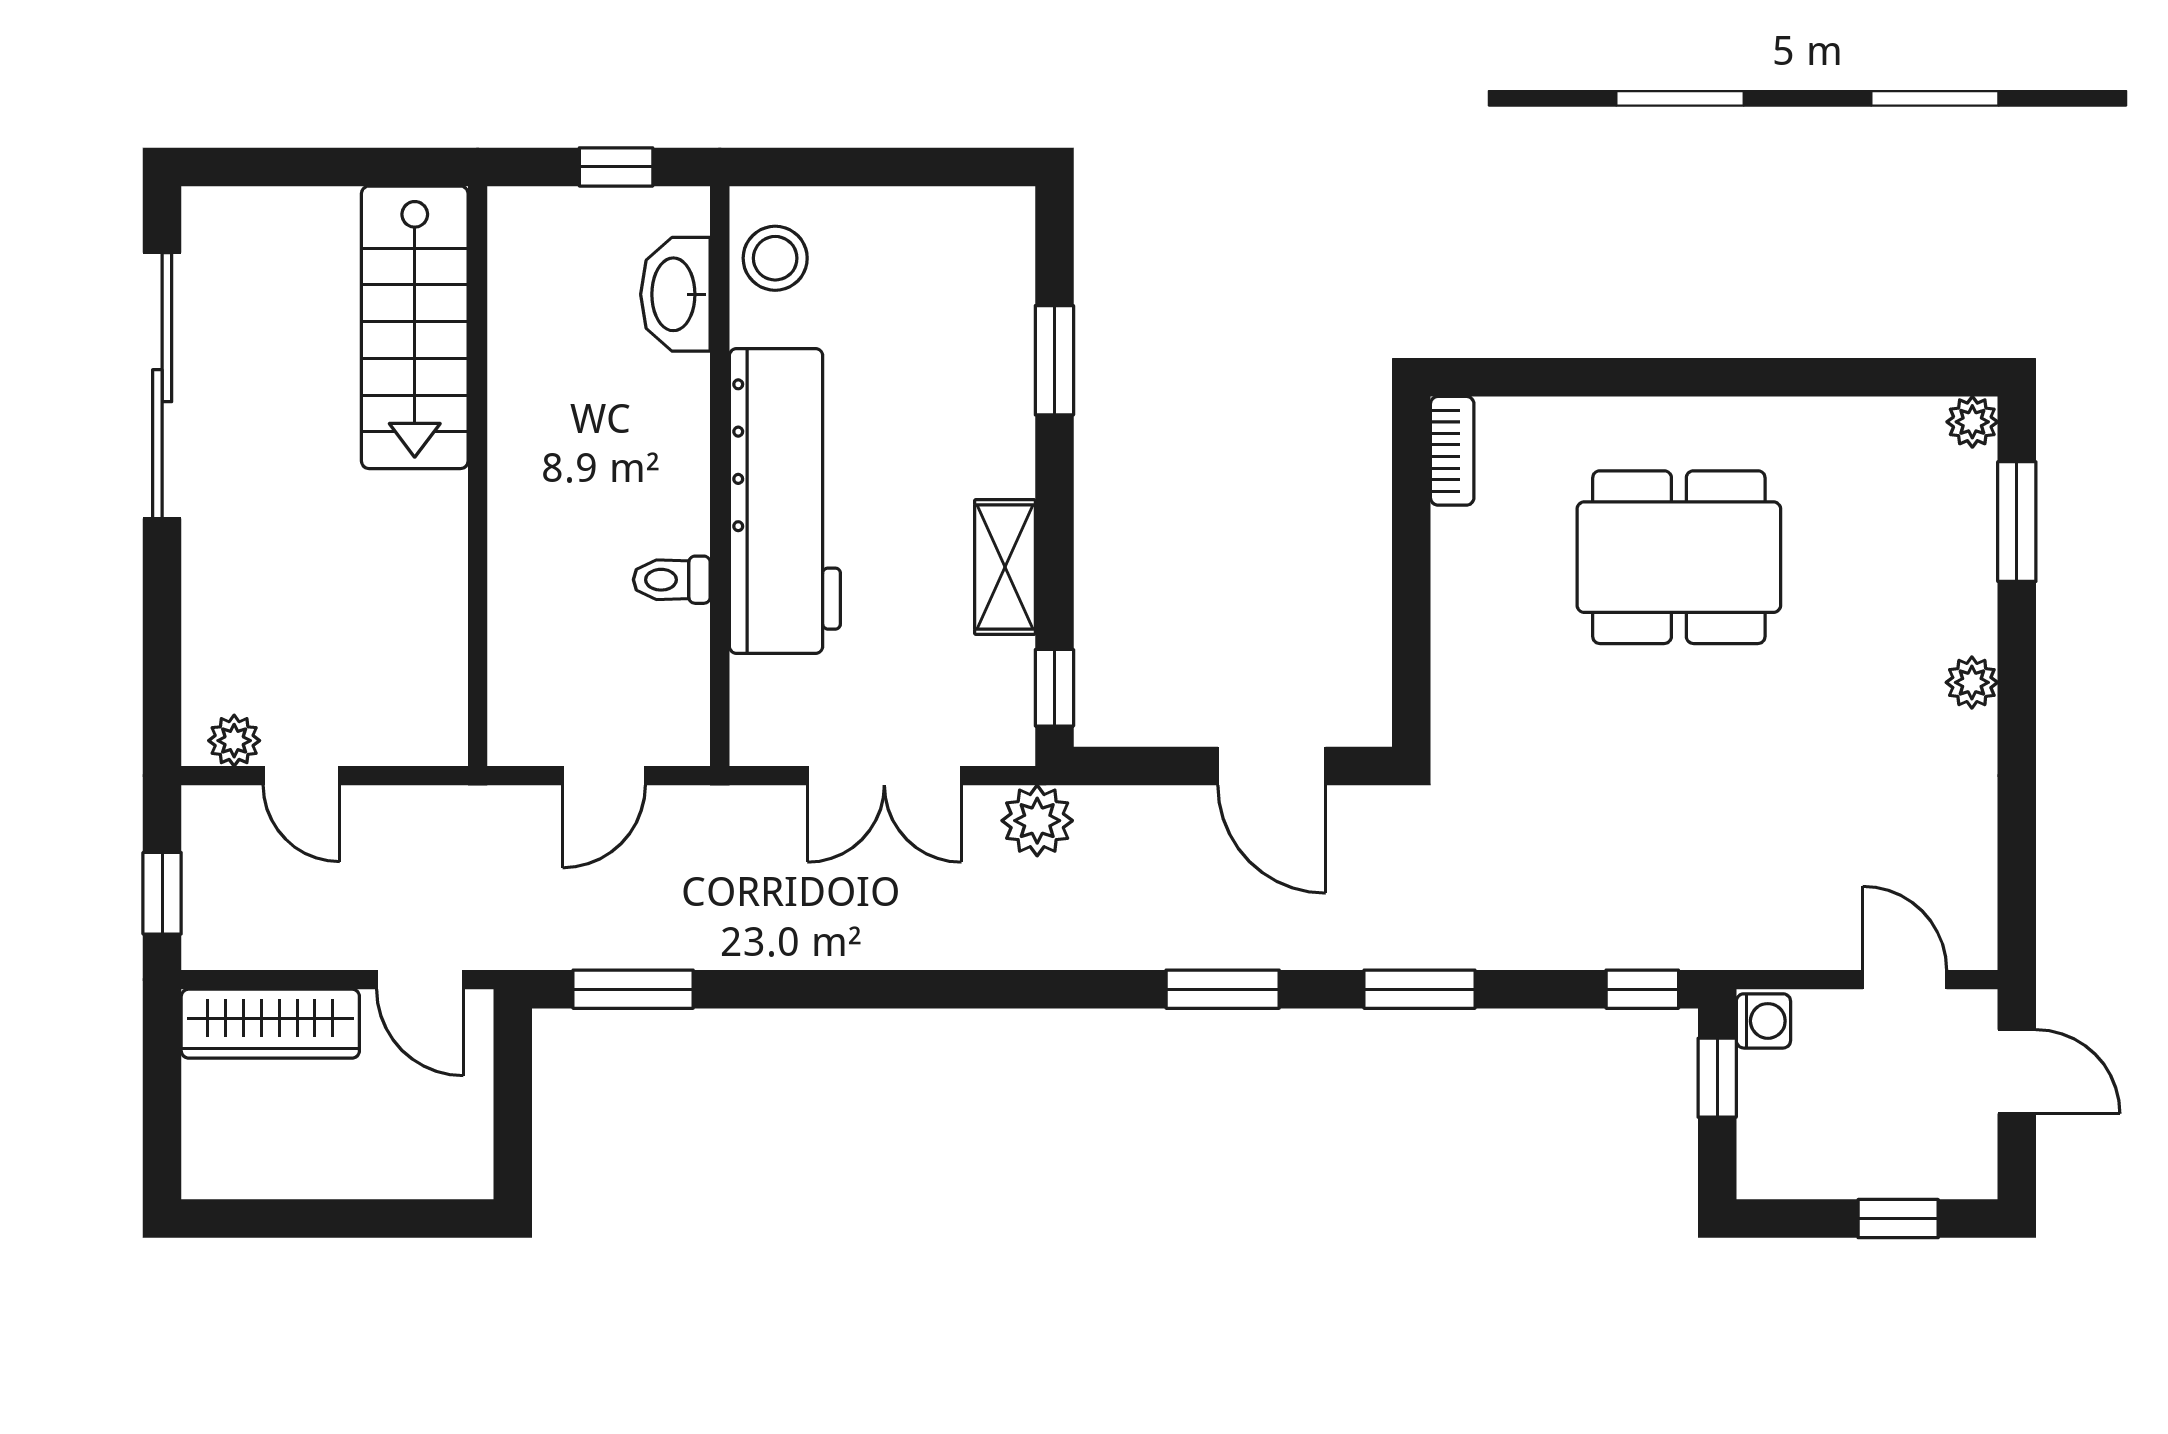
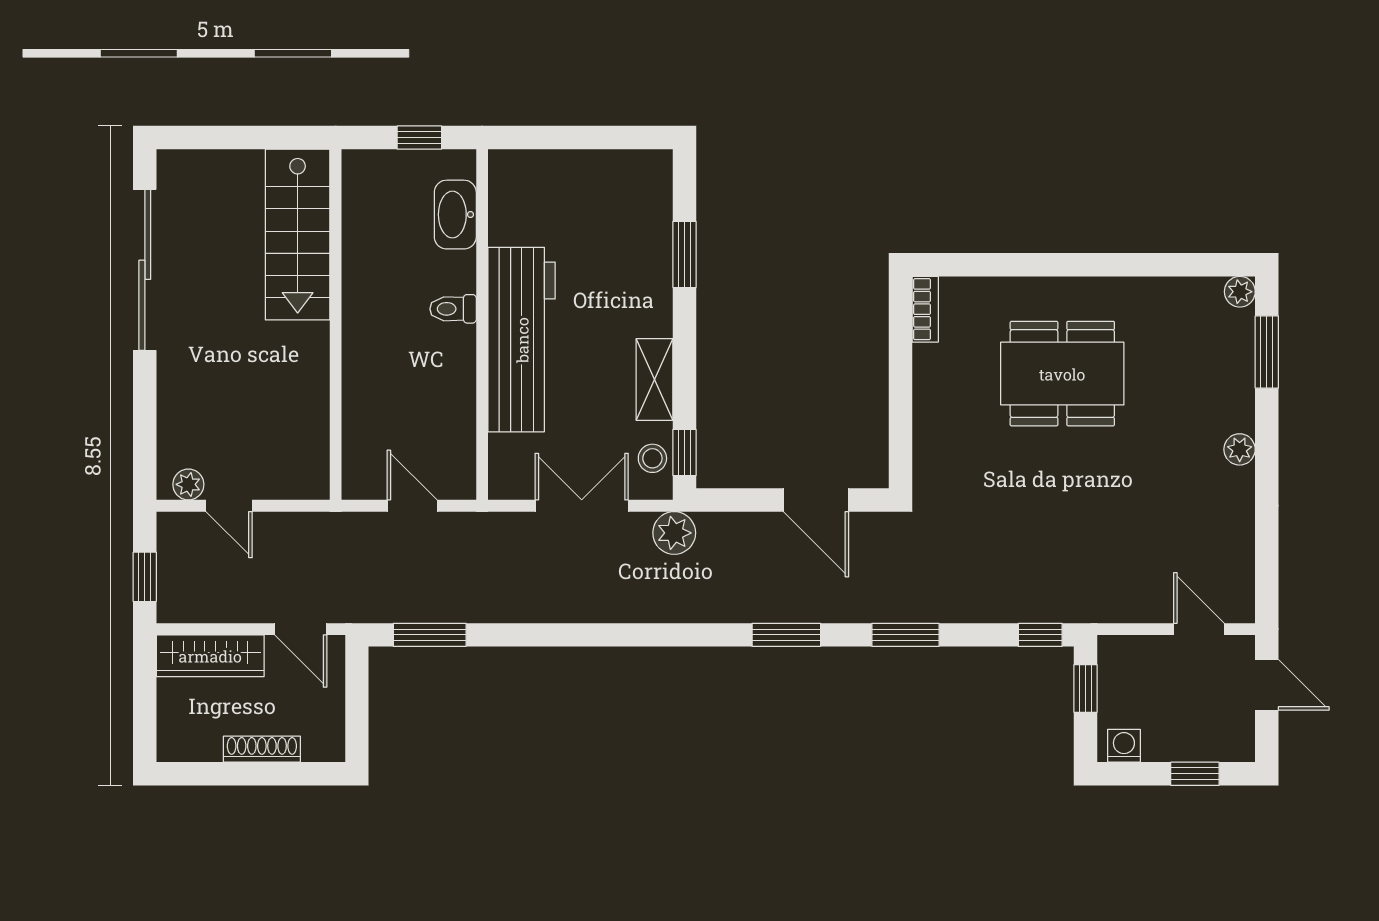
stool: (775, 258) -> (652, 458), moved, width x0.73, depth x0.73
toilet: (672, 580) -> (453, 309), moved
door: (604, 776) -> (412, 506), swing flipped
double door: (884, 776) -> (582, 506), swing flipped
washing machine: (1763, 1021) -> (1124, 746), moved, turned -90
shoe rack: (356, 1178) -> (262, 749), added

